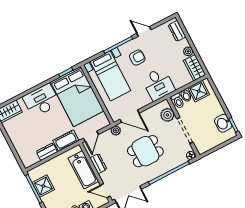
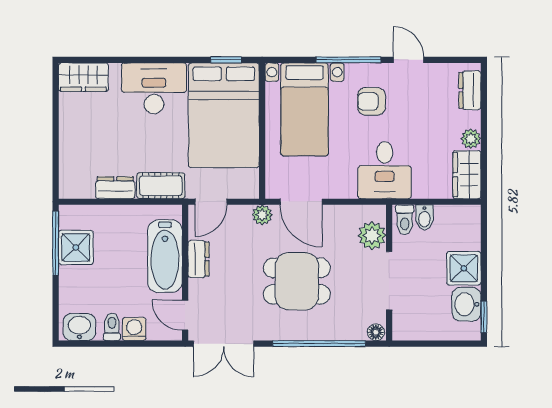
armchair: (137, 58) -> (371, 101), turned 180
shower: (199, 91) -> (464, 268), moved

